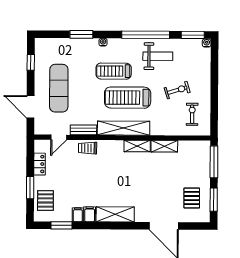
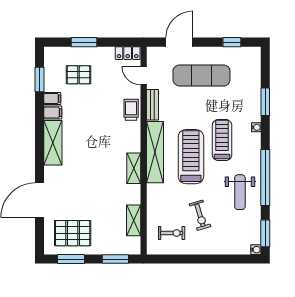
shelving: (164, 146) -> (134, 220), moved
window: (214, 162) -> (115, 259), width x0.69
locker: (40, 164) -> (128, 53), moved
pallet: (192, 198) -> (73, 233), width x1.50, depth x1.42
pallet: (45, 200) -> (78, 75), moved

